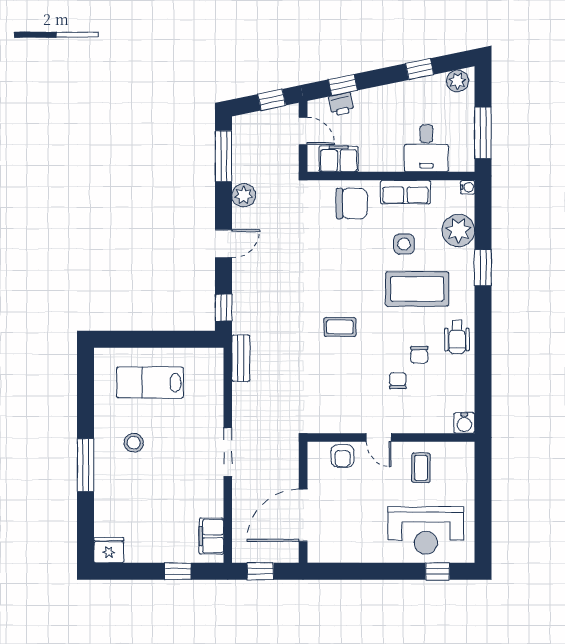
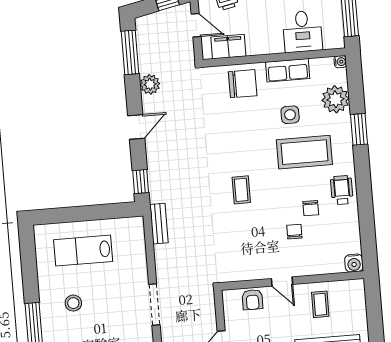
coffee table: (340, 327) -> (241, 190), turned 90
wheelchair: (457, 337) -> (342, 190), turned 180

